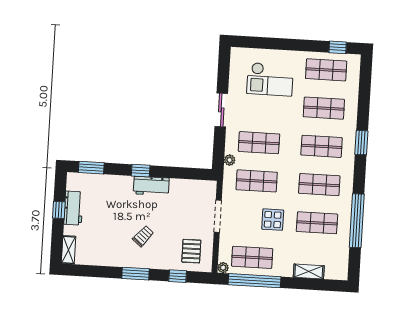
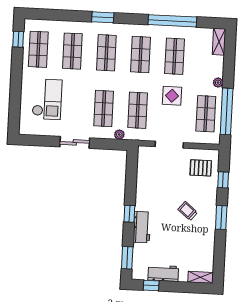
workbench: (151, 186) -> (142, 227), moved
window: (59, 210) -> (151, 285), moved
plant: (223, 268) -> (218, 83), moved
shelving: (309, 271) -> (219, 42), moved

